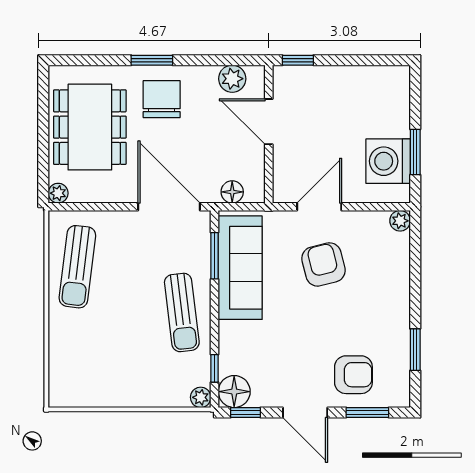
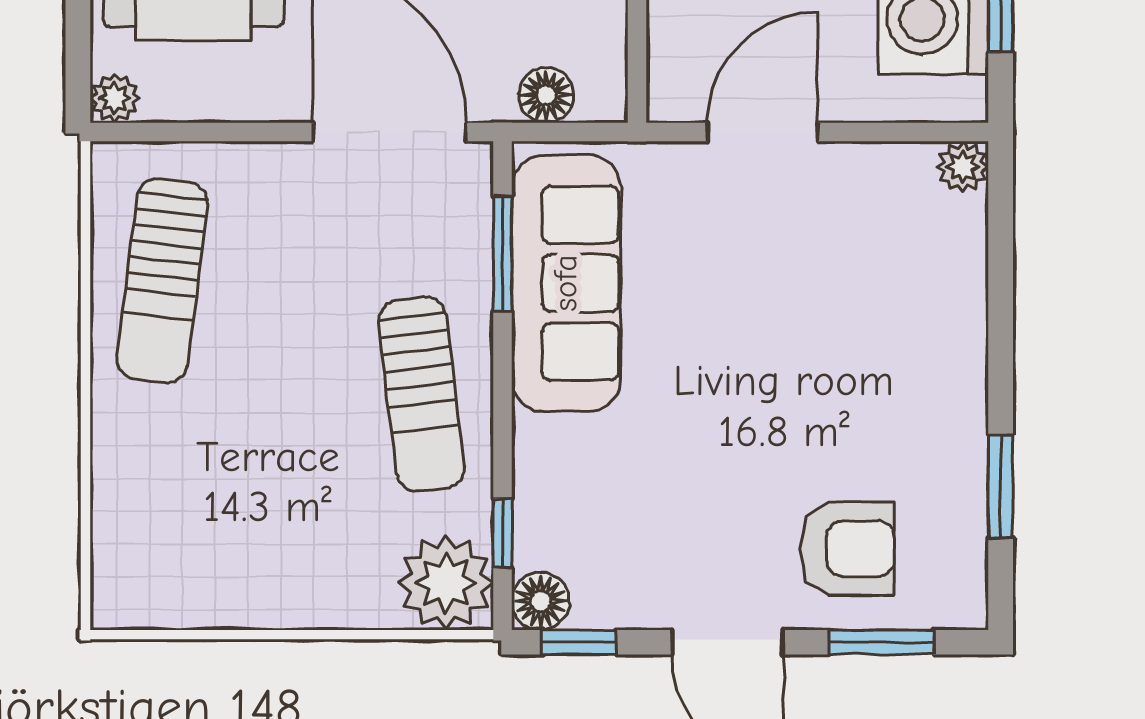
armchair: (323, 264) -> (773, 275), removed
floor lamp: (234, 392) -> (541, 601), width x0.73, depth x0.73
plant: (201, 397) -> (446, 583), width x1.88, depth x1.88

